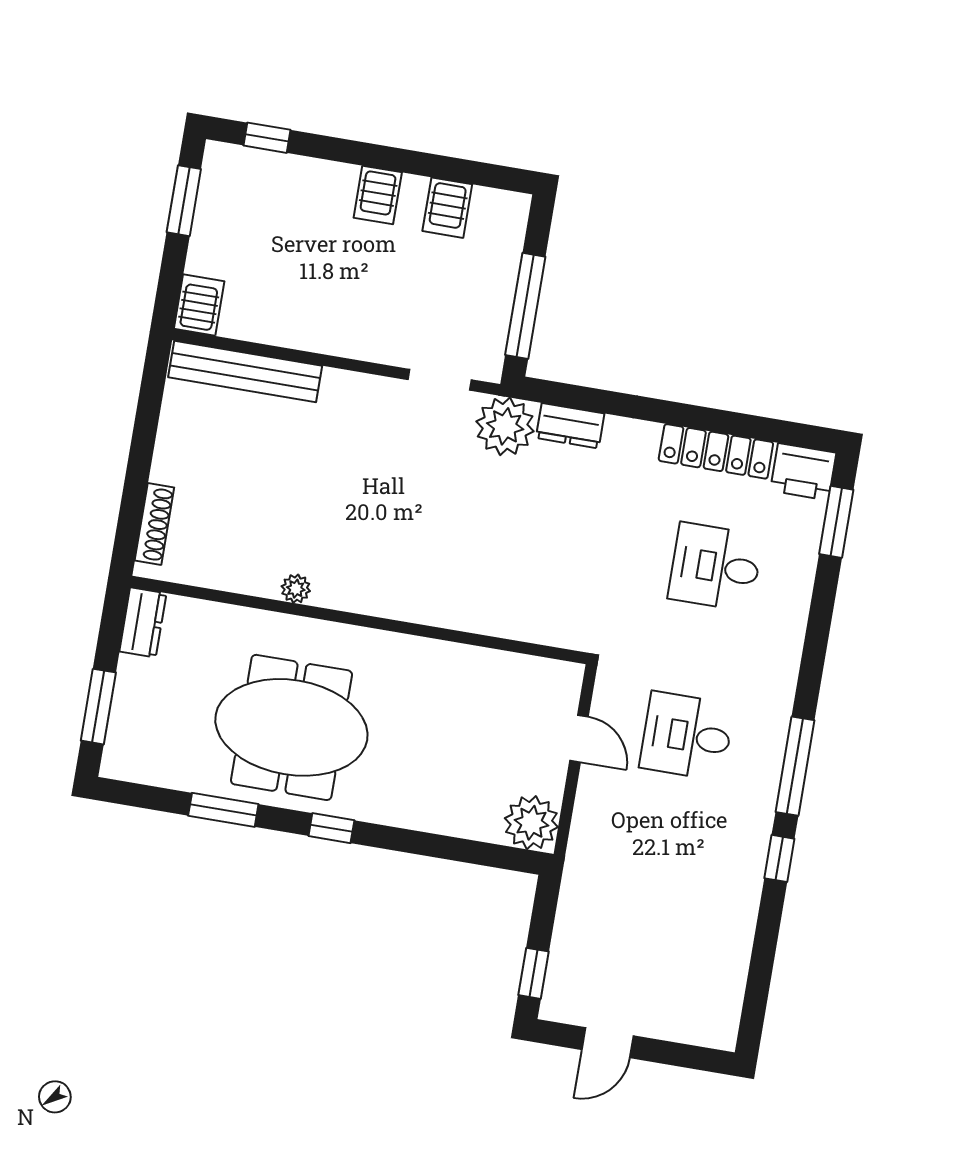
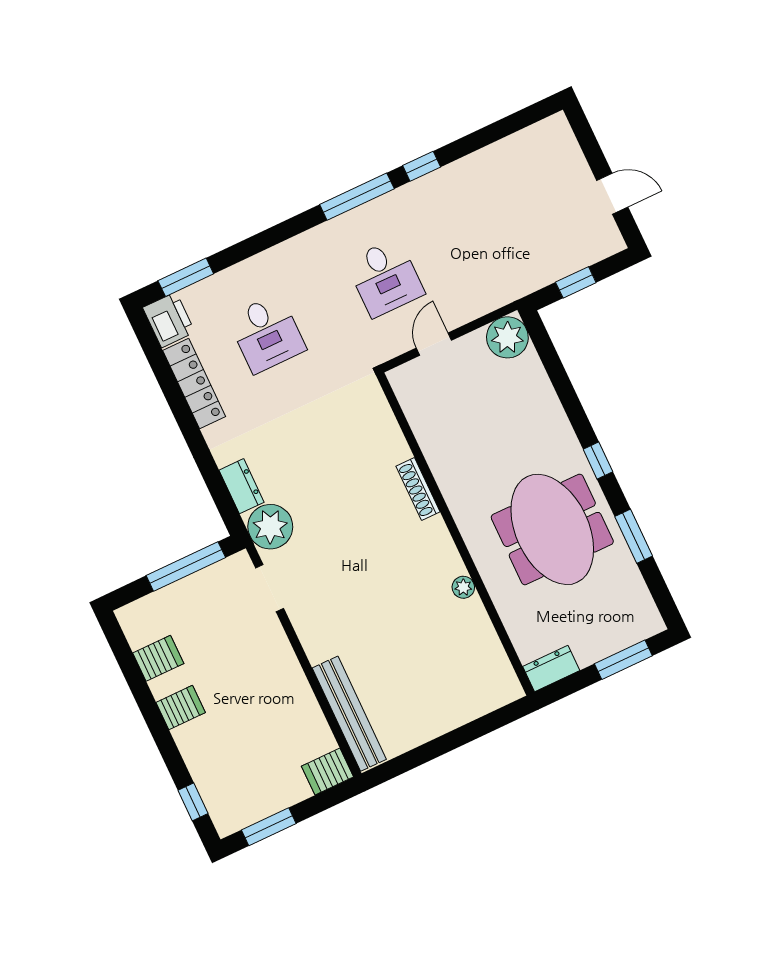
shoe rack: (154, 524) -> (418, 489), moved, turned -90
window: (533, 973) -> (576, 282), moved

